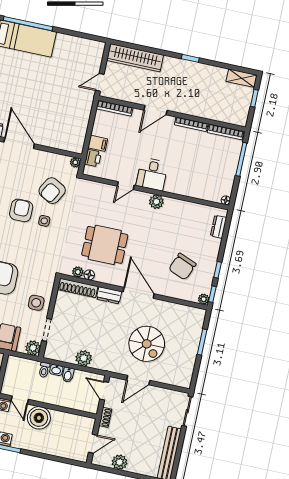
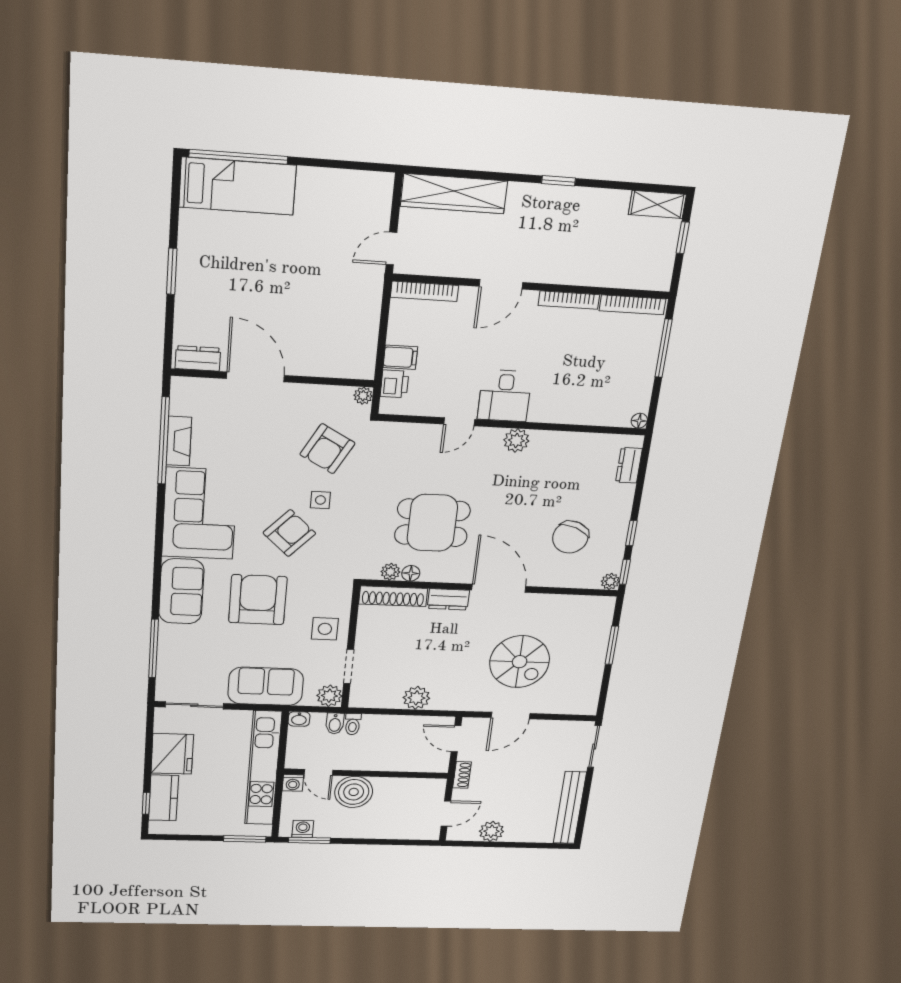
armchair: (21, 210) -> (289, 533), moved, turned 43
washbasin: (56, 370) -> (299, 719), moved
bidet: (68, 375) -> (335, 723), moved

